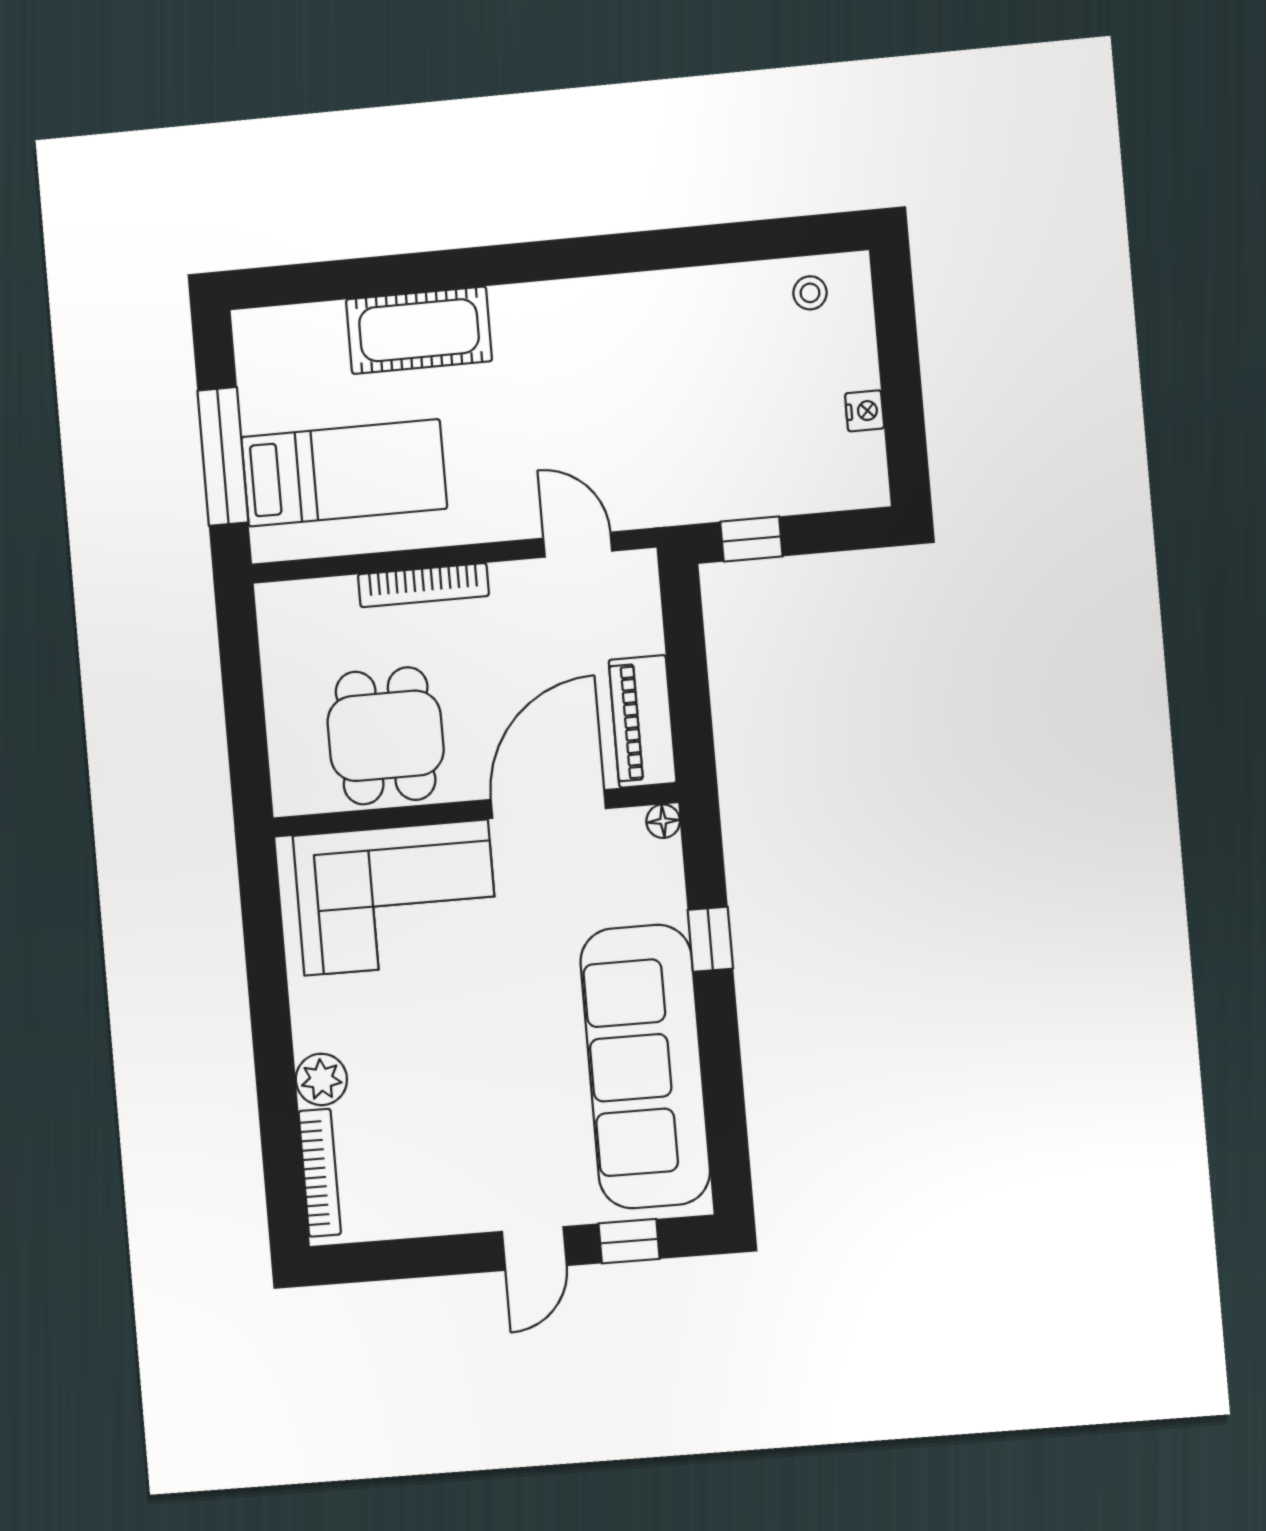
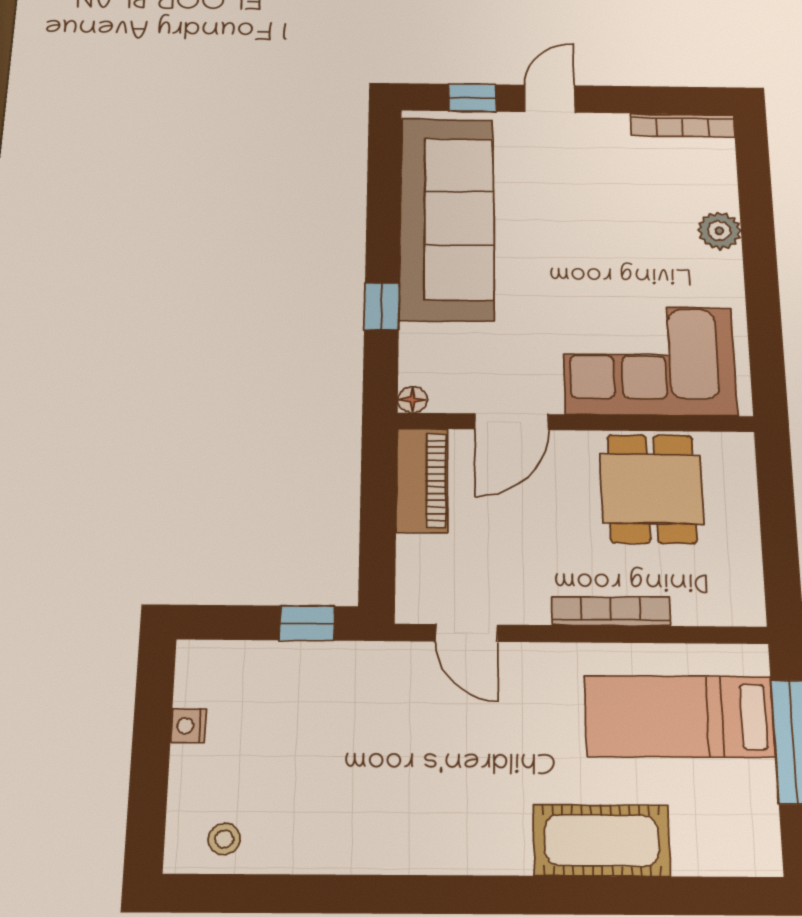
door: (548, 804) -> (511, 422), width x0.73
bookcase: (320, 1173) -> (682, 125), moved, turned -90

